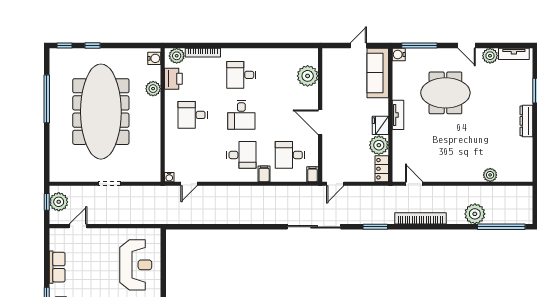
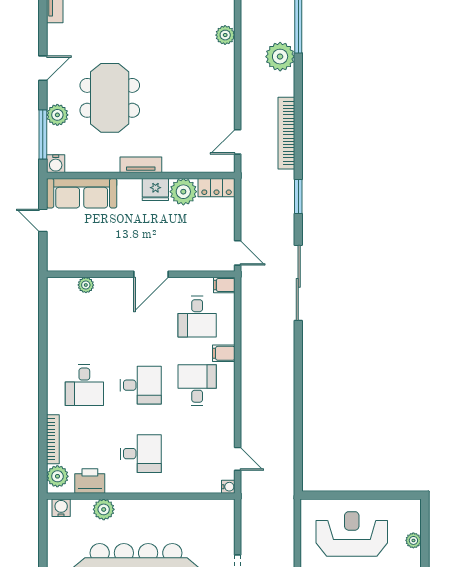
plant: (490, 56) -> (57, 115), moved
plant: (308, 76) -> (86, 285), width x0.53, depth x0.53
desk: (193, 115) -> (141, 454), turned -90

